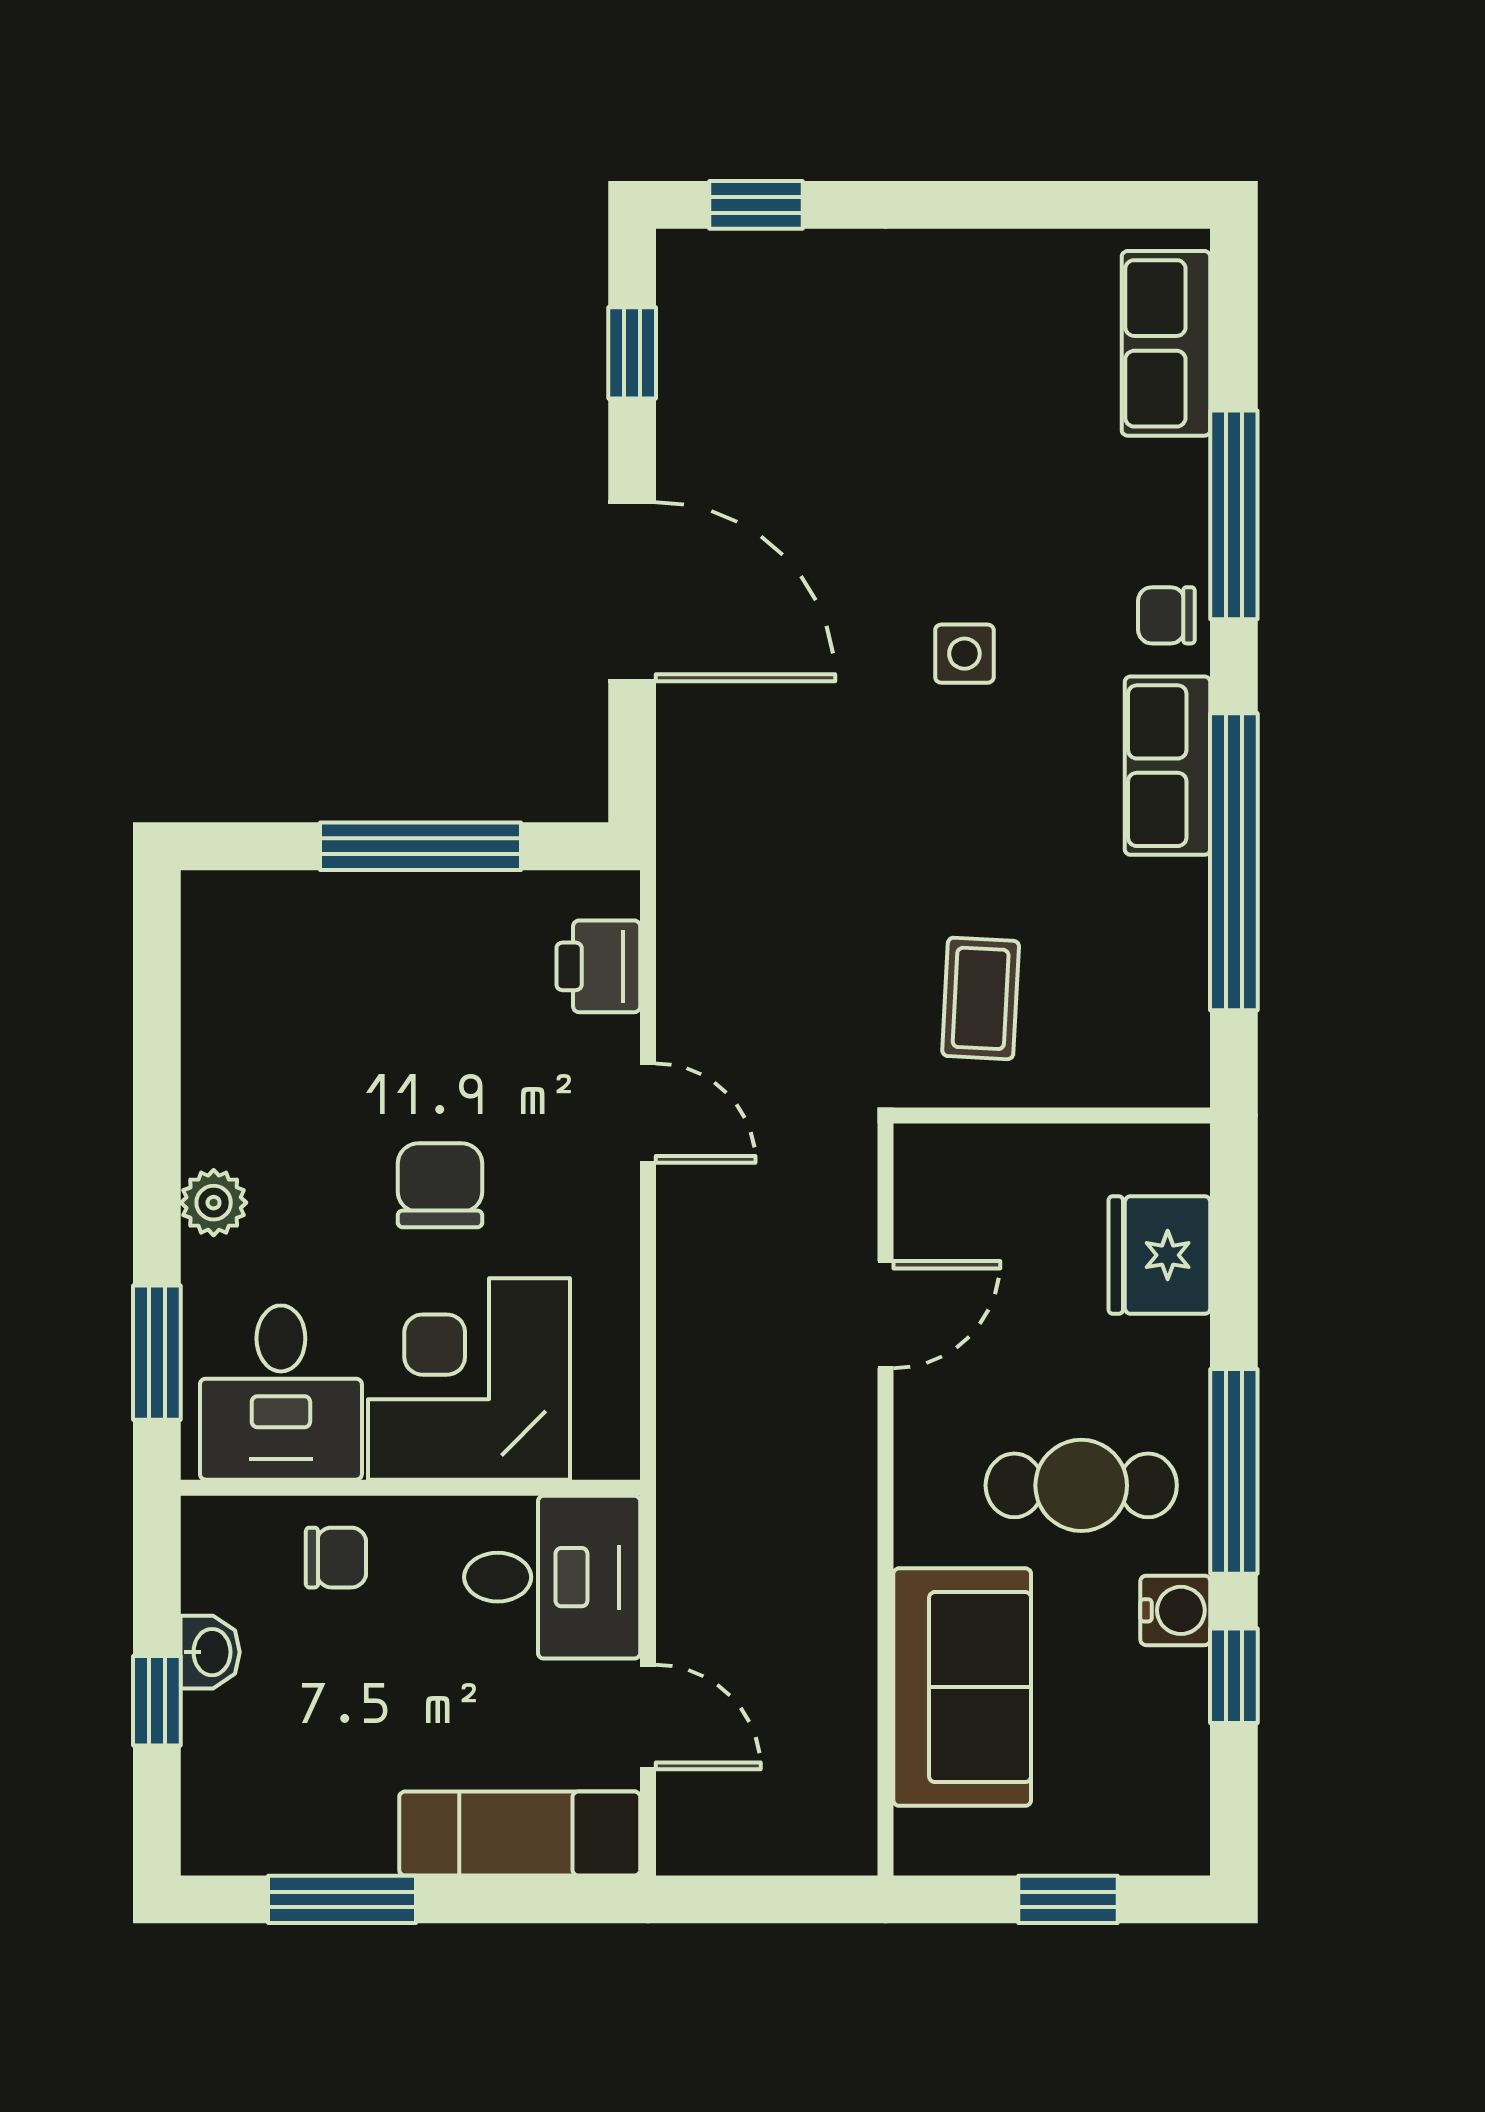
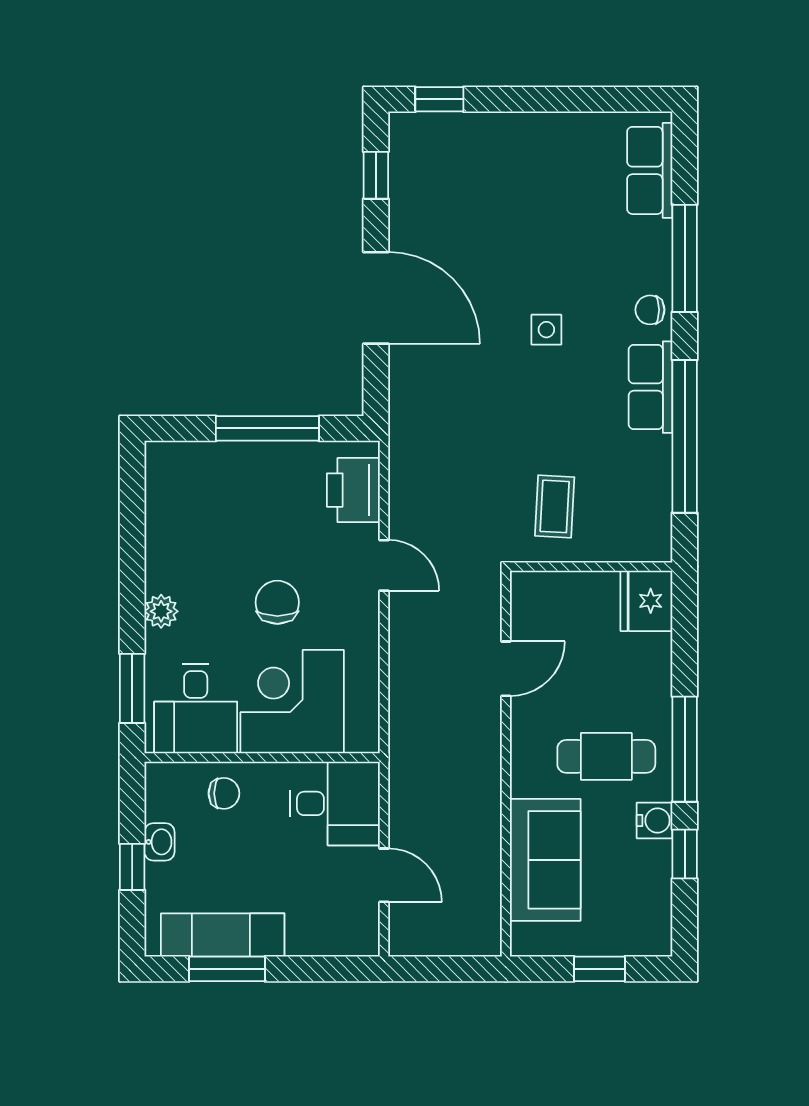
printer: (598, 966) -> (353, 490), width x1.36, depth x1.24
fridge: (1159, 1255) -> (646, 601), moved
exam couch: (520, 1834) -> (223, 935), moved

